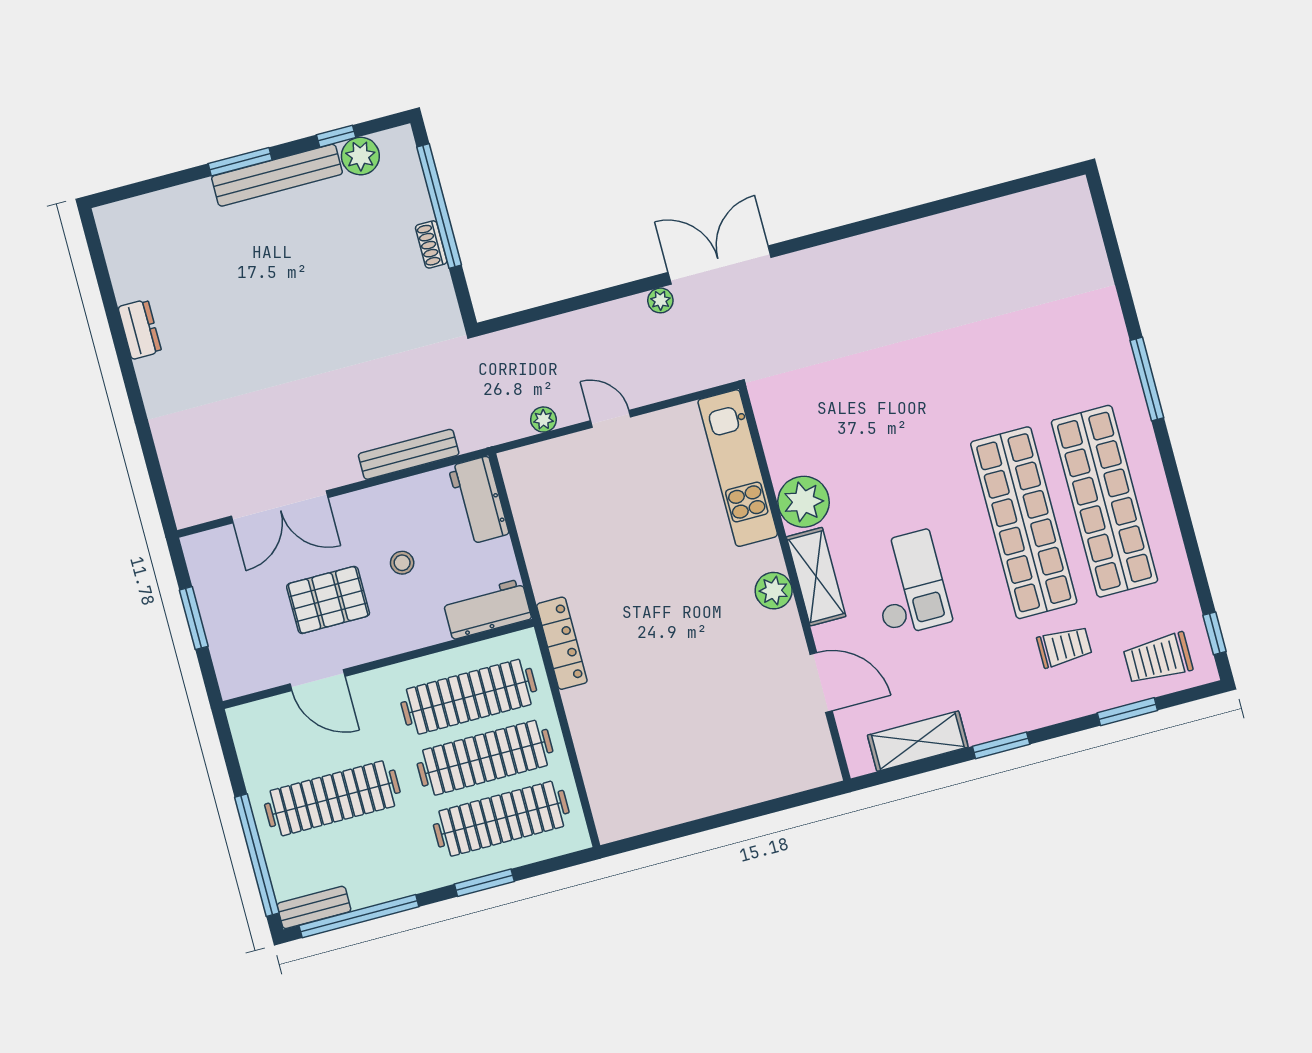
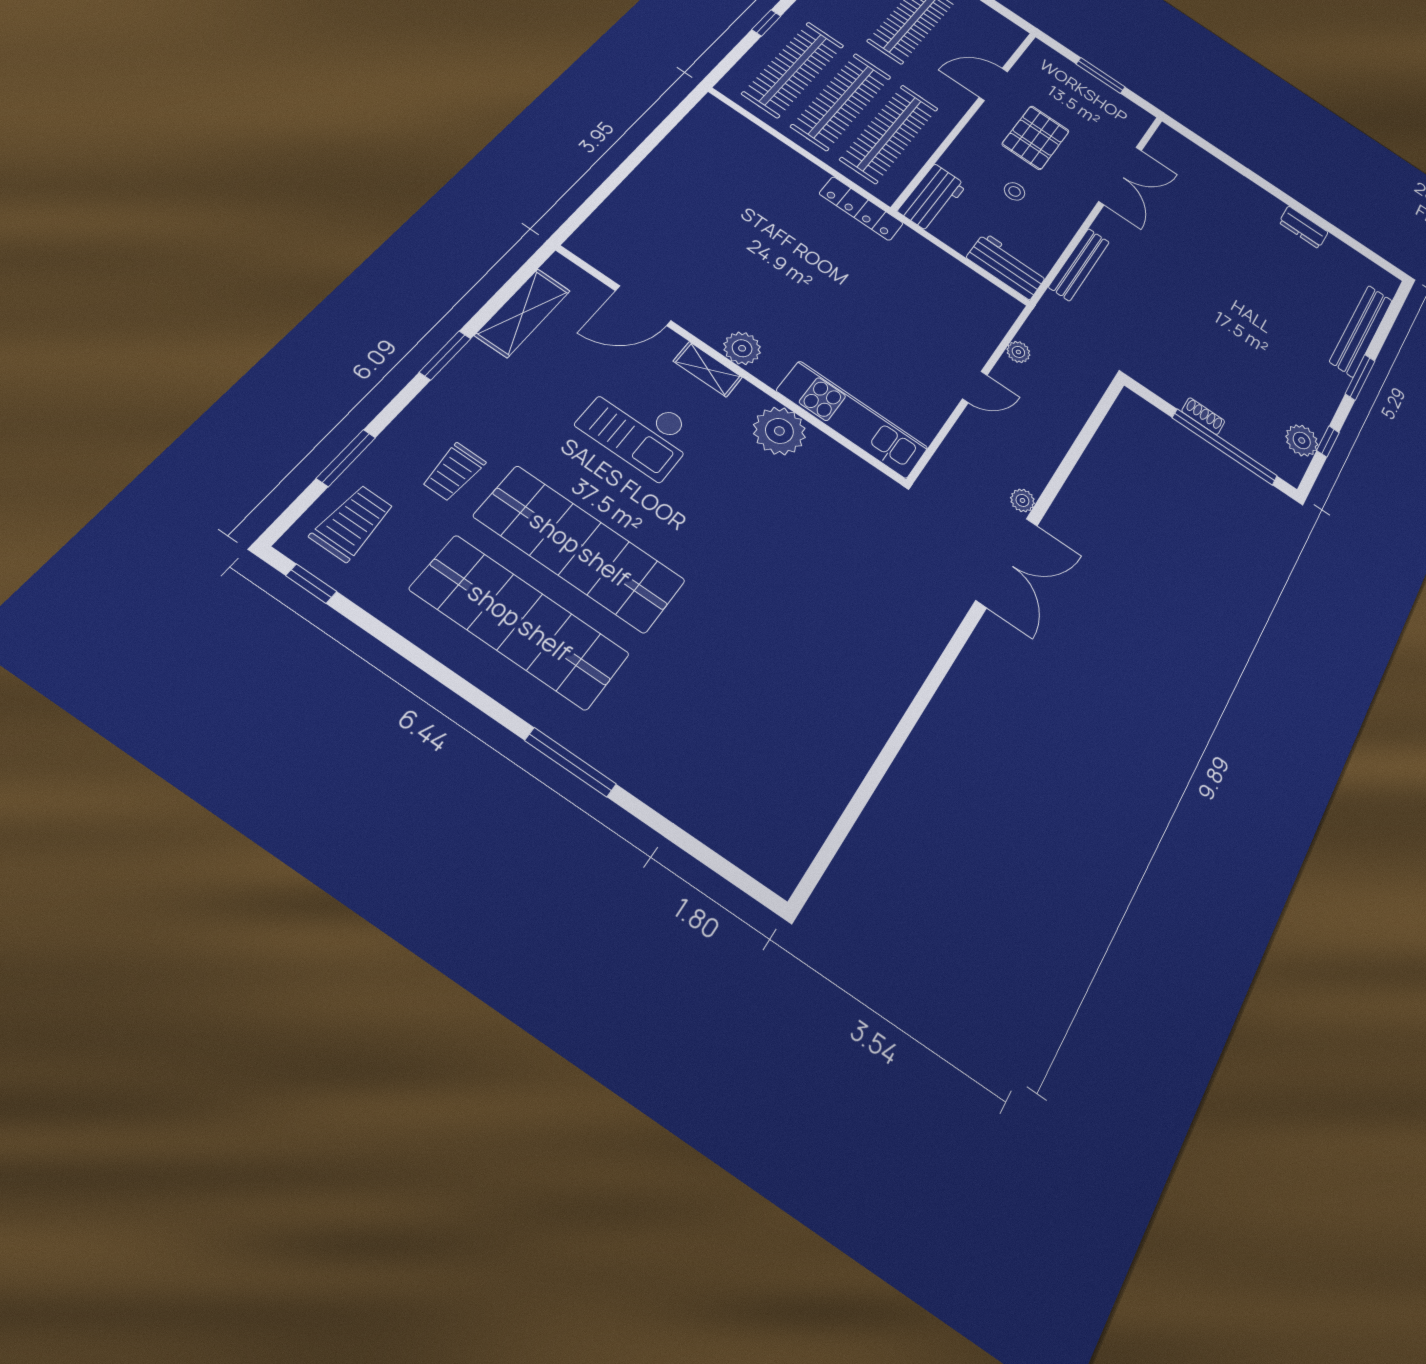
bench: (277, 175) -> (1361, 331), moved
double door: (280, 507) -> (1120, 176), swing flipped
shelving: (816, 577) -> (708, 369), width x0.67, depth x0.75
window: (484, 883) -> (766, 23), width x0.67

